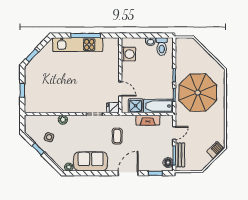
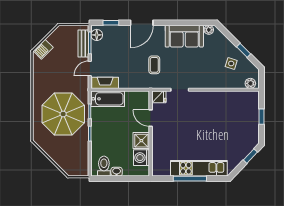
shower: (136, 106) -> (141, 141), moved
plant: (63, 120) -> (250, 83), moved
fireplace: (148, 120) -> (105, 83), moved

